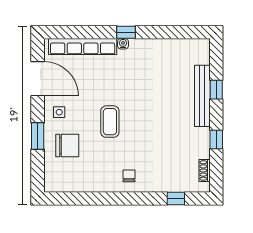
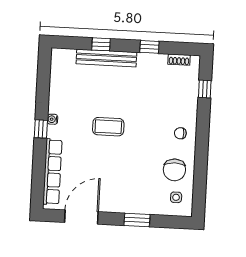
water cooler: (123, 44) -> (52, 119), moved
side table: (59, 112) -> (176, 197), moved
coffee table: (110, 122) -> (108, 127), moved
chair: (67, 146) -> (174, 170), moved, turned 180

